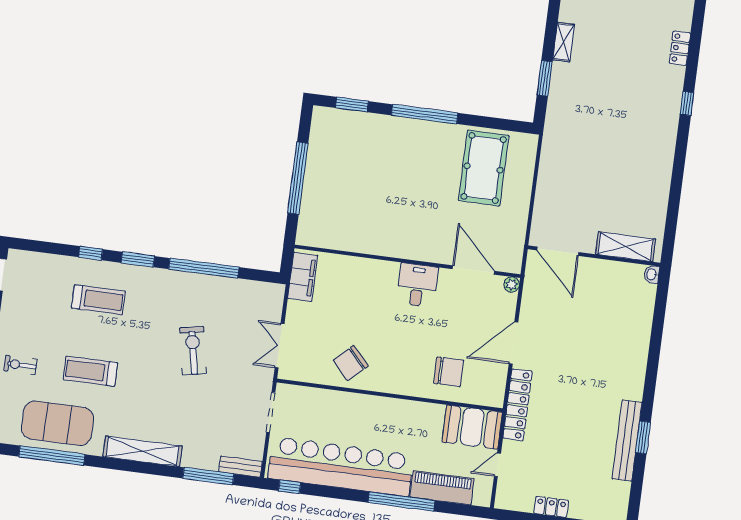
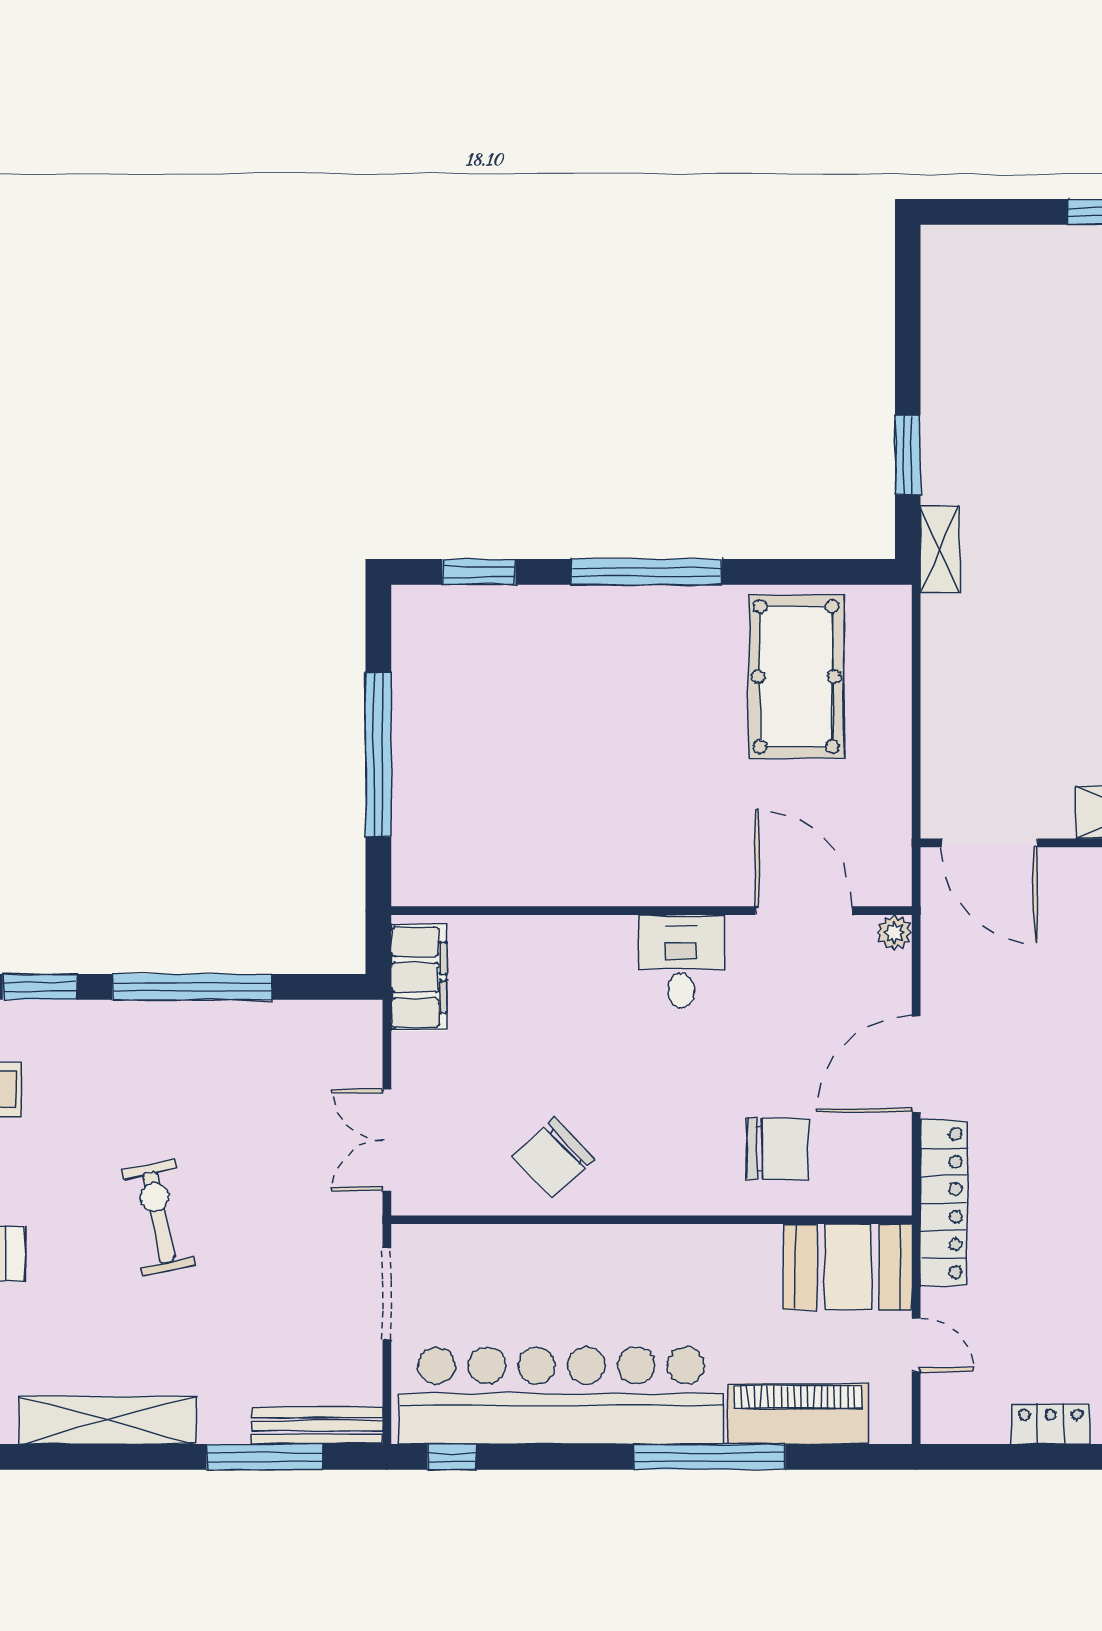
shelving: (564, 42) -> (940, 549), moved
exercise bike: (193, 351) -> (158, 1217), moved
door: (497, 465) -> (916, 1345), swing flipped
bench: (241, 467) -> (317, 1426), width x1.36

